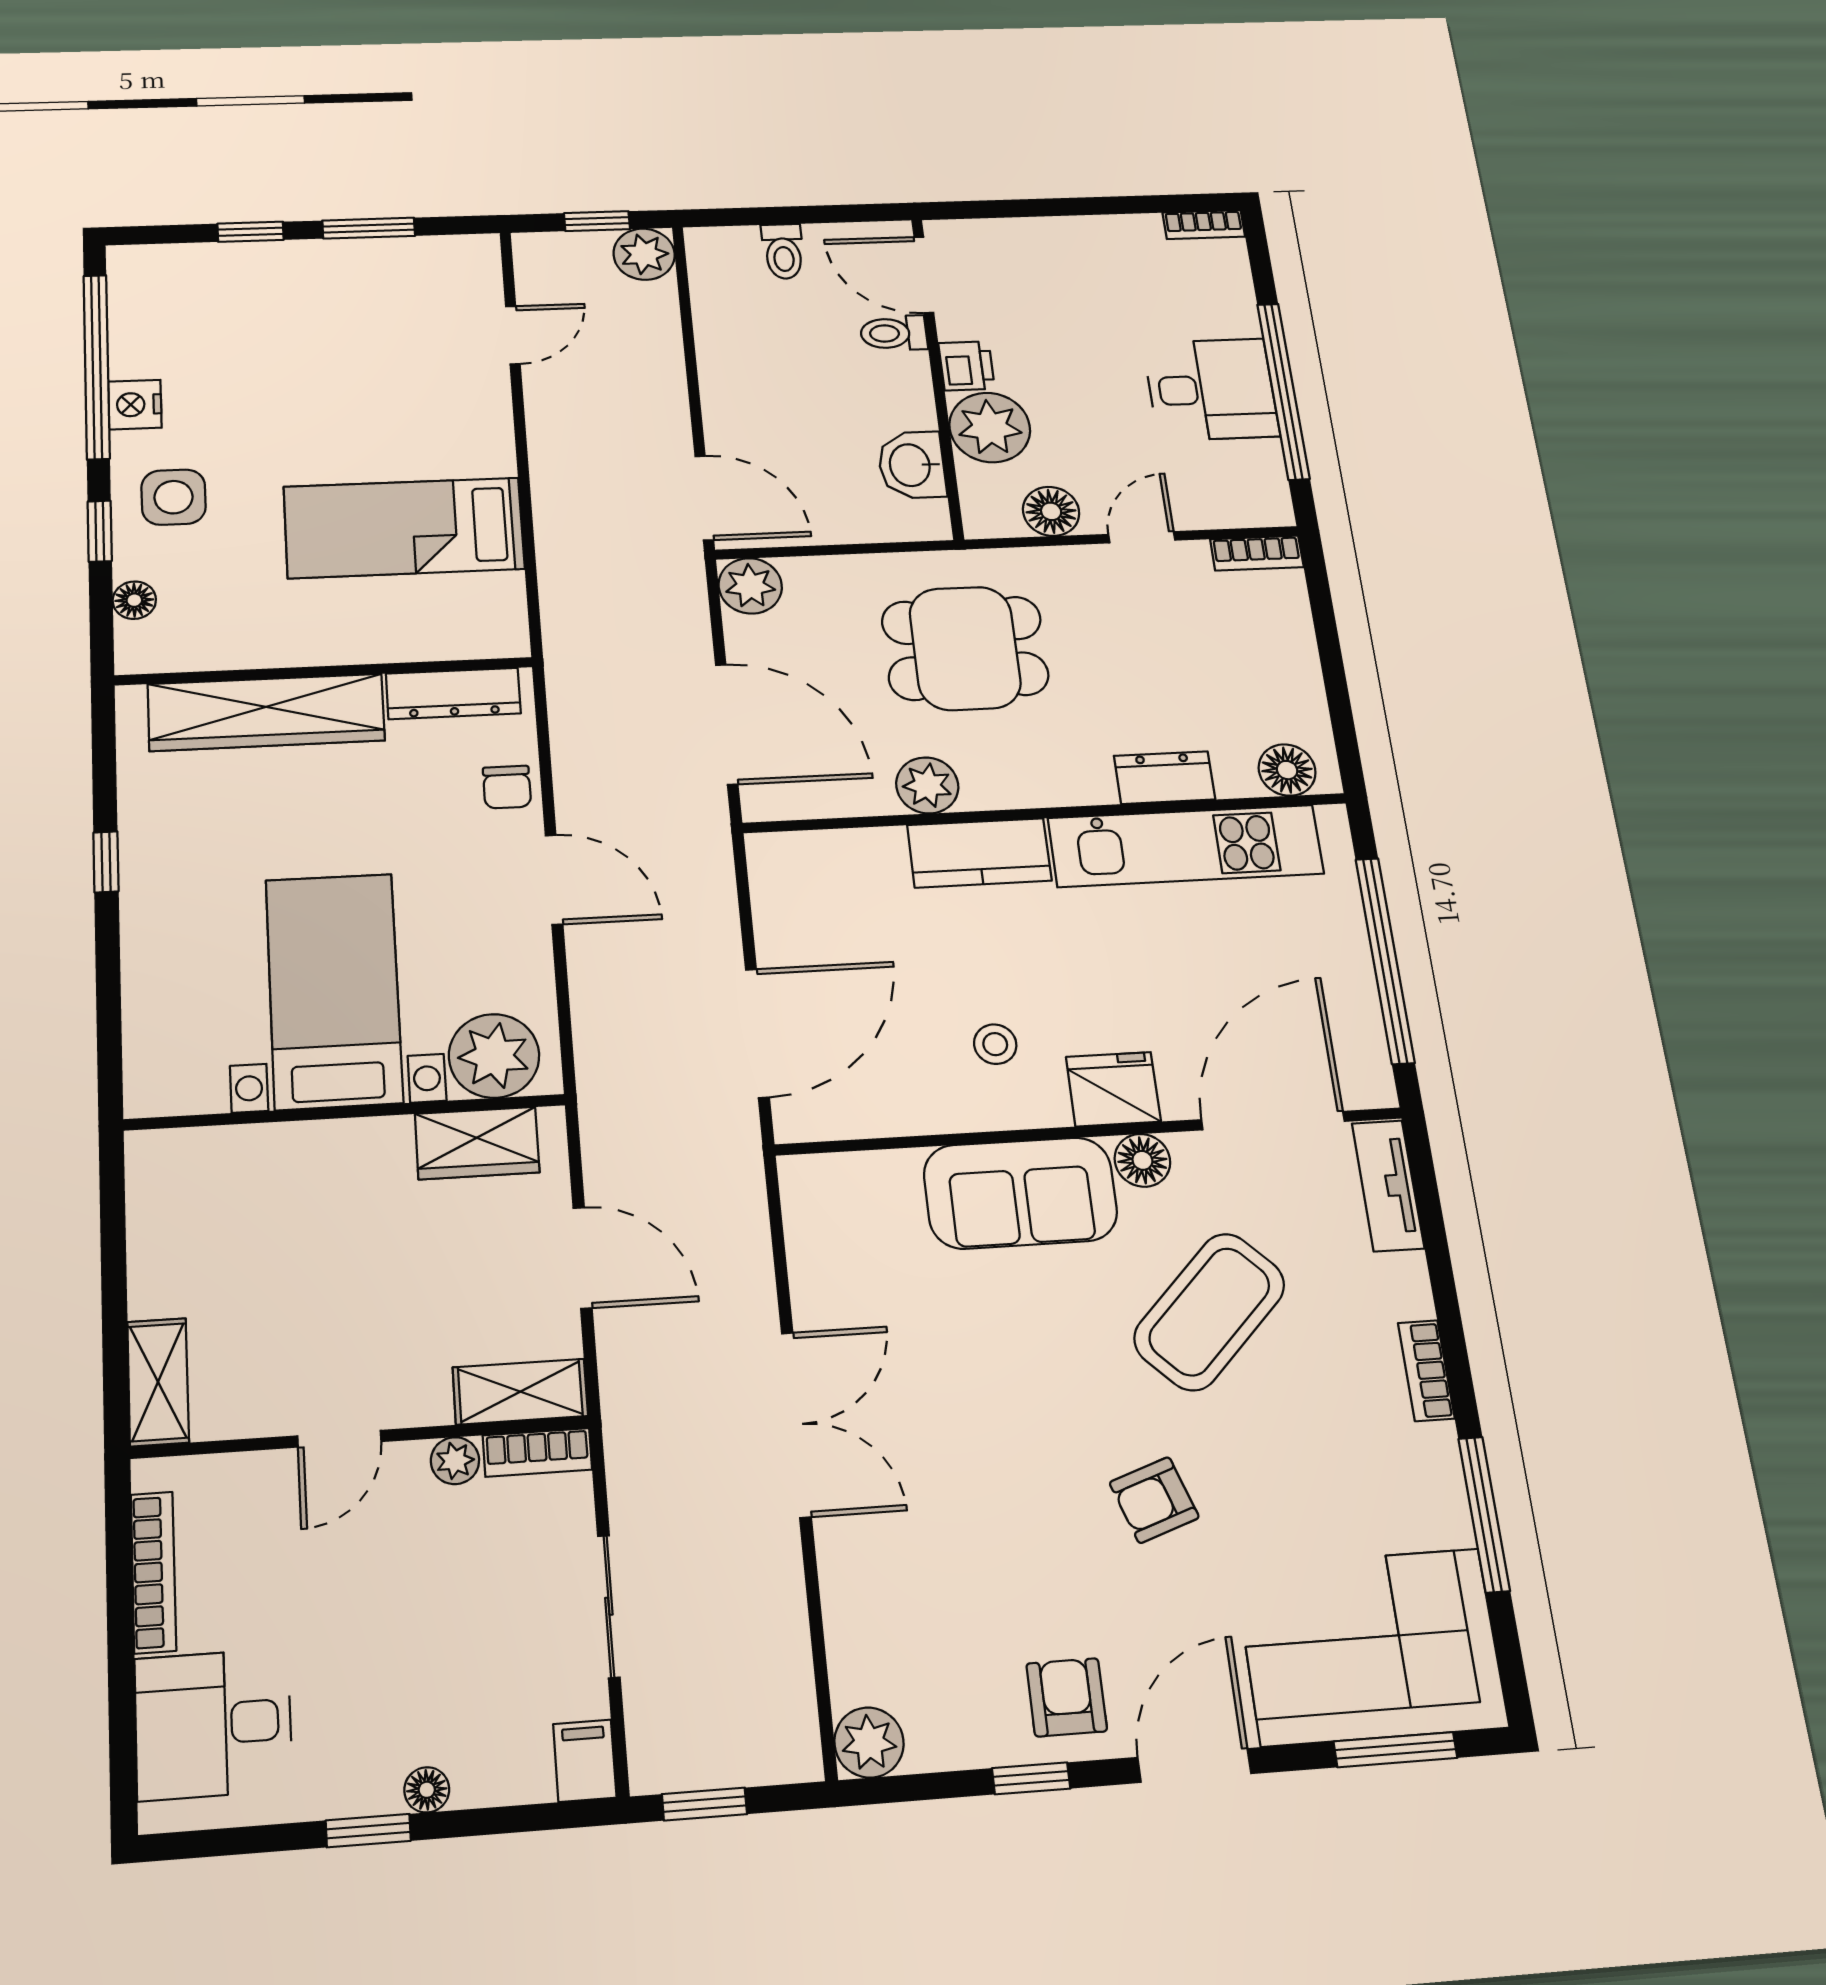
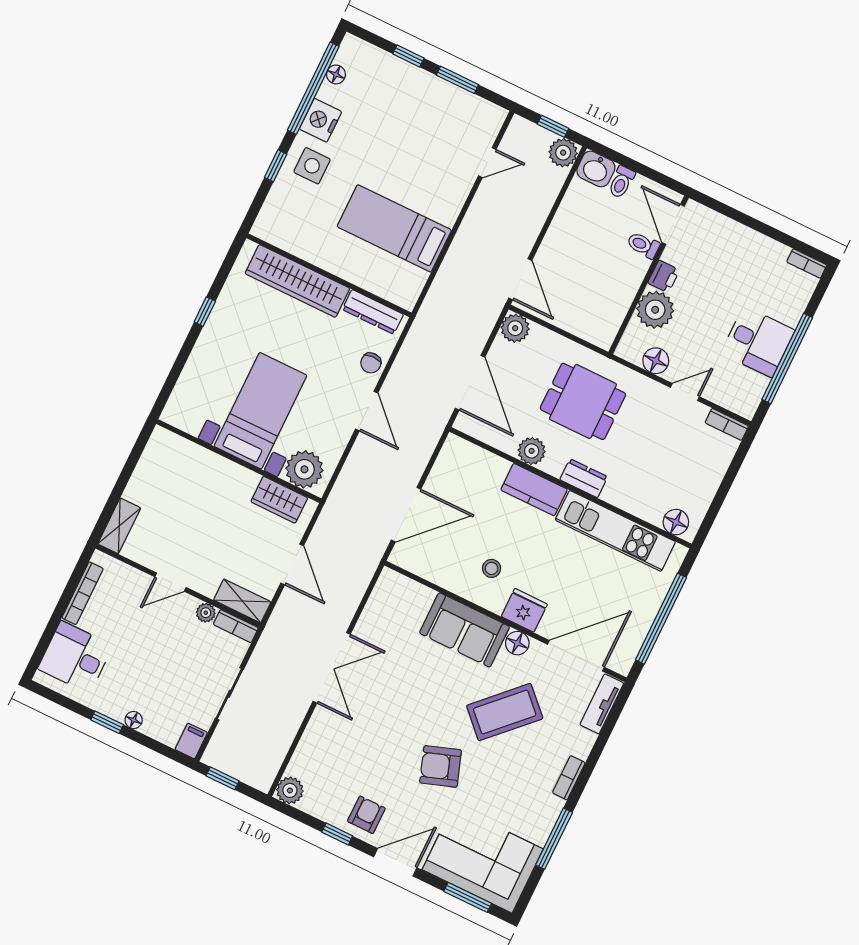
nightstand: (135, 405) -> (321, 120), width x1.36, depth x1.33
washbasin: (912, 465) -> (596, 169), moved, turned -90
floor lamp: (134, 600) -> (336, 74), moved
dresser: (1164, 778) -> (584, 478), moved
armchair: (1154, 1500) -> (441, 766), width x1.38, depth x1.38

